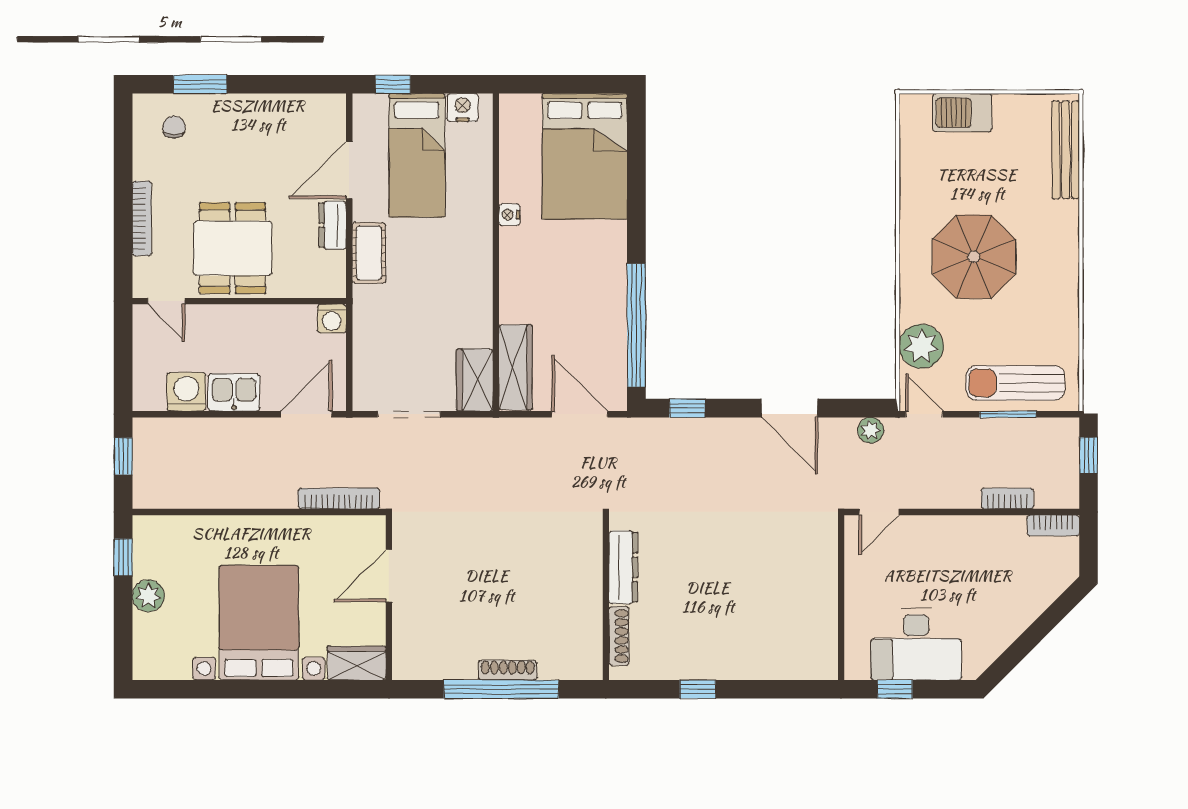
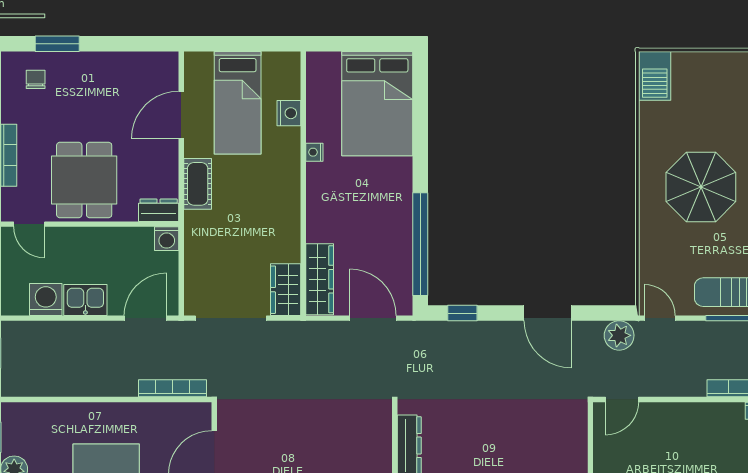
window: (393, 84) -> (218, 44), removed
nightstand: (463, 108) -> (289, 113), moved, turned 90
barbecue: (962, 113) -> (655, 76), moved, turned -90
dresser: (333, 225) -> (159, 210), moved, turned 90
plant: (921, 346) -> (657, 262), removed
doorway: (409, 414) -> (231, 318), width x1.36
plant: (871, 430) -> (619, 335), width x1.38, depth x1.38

